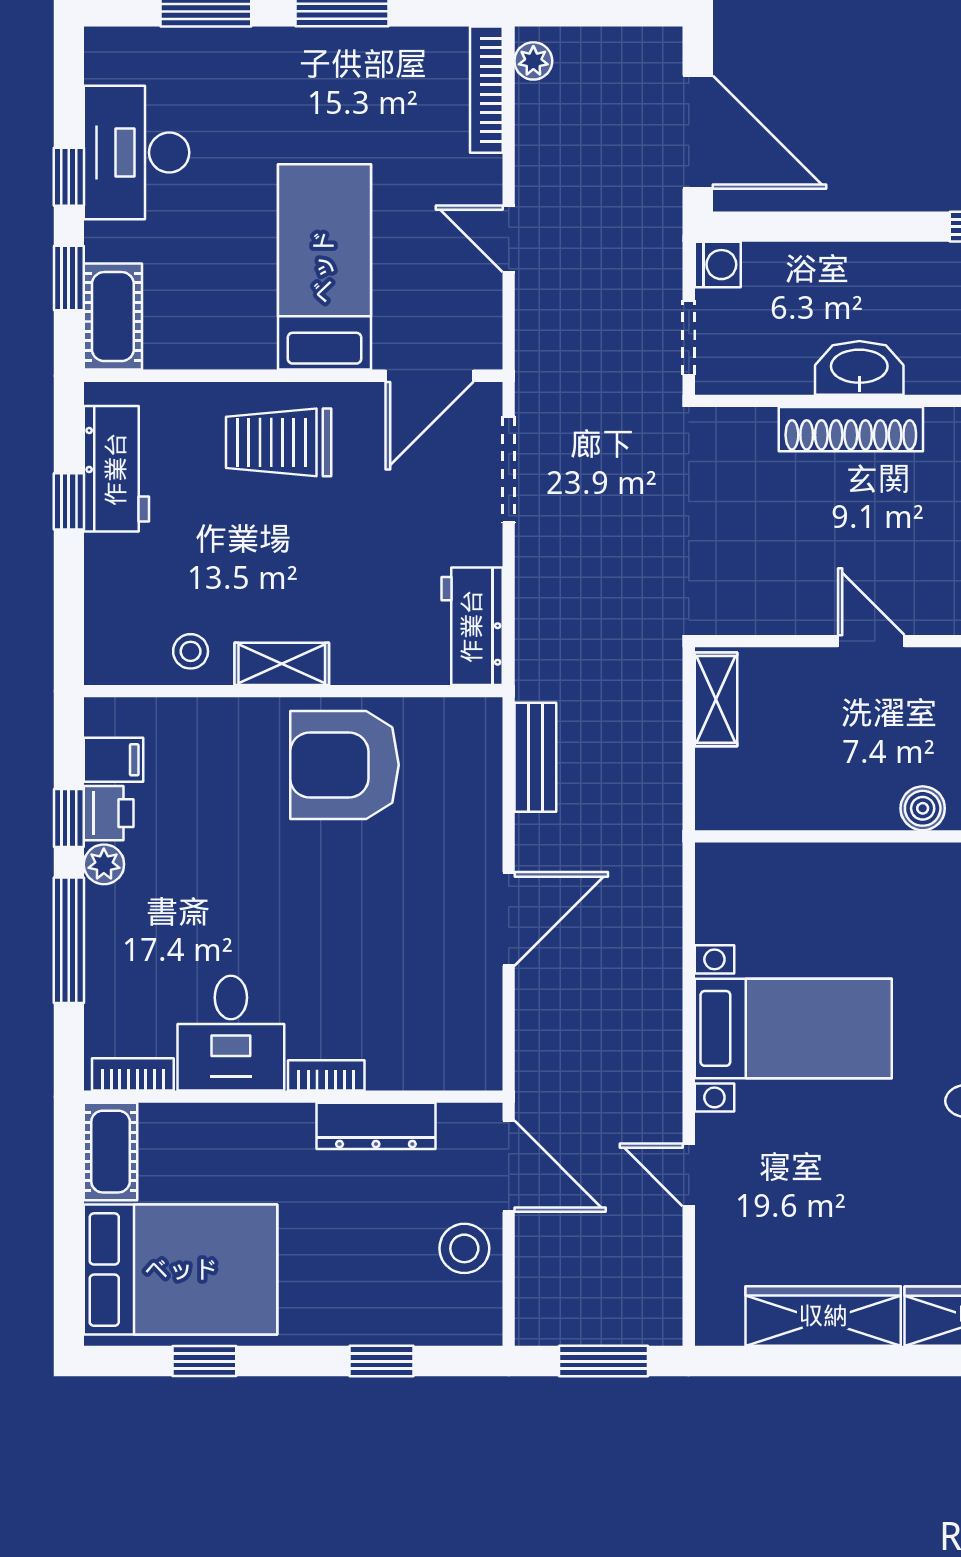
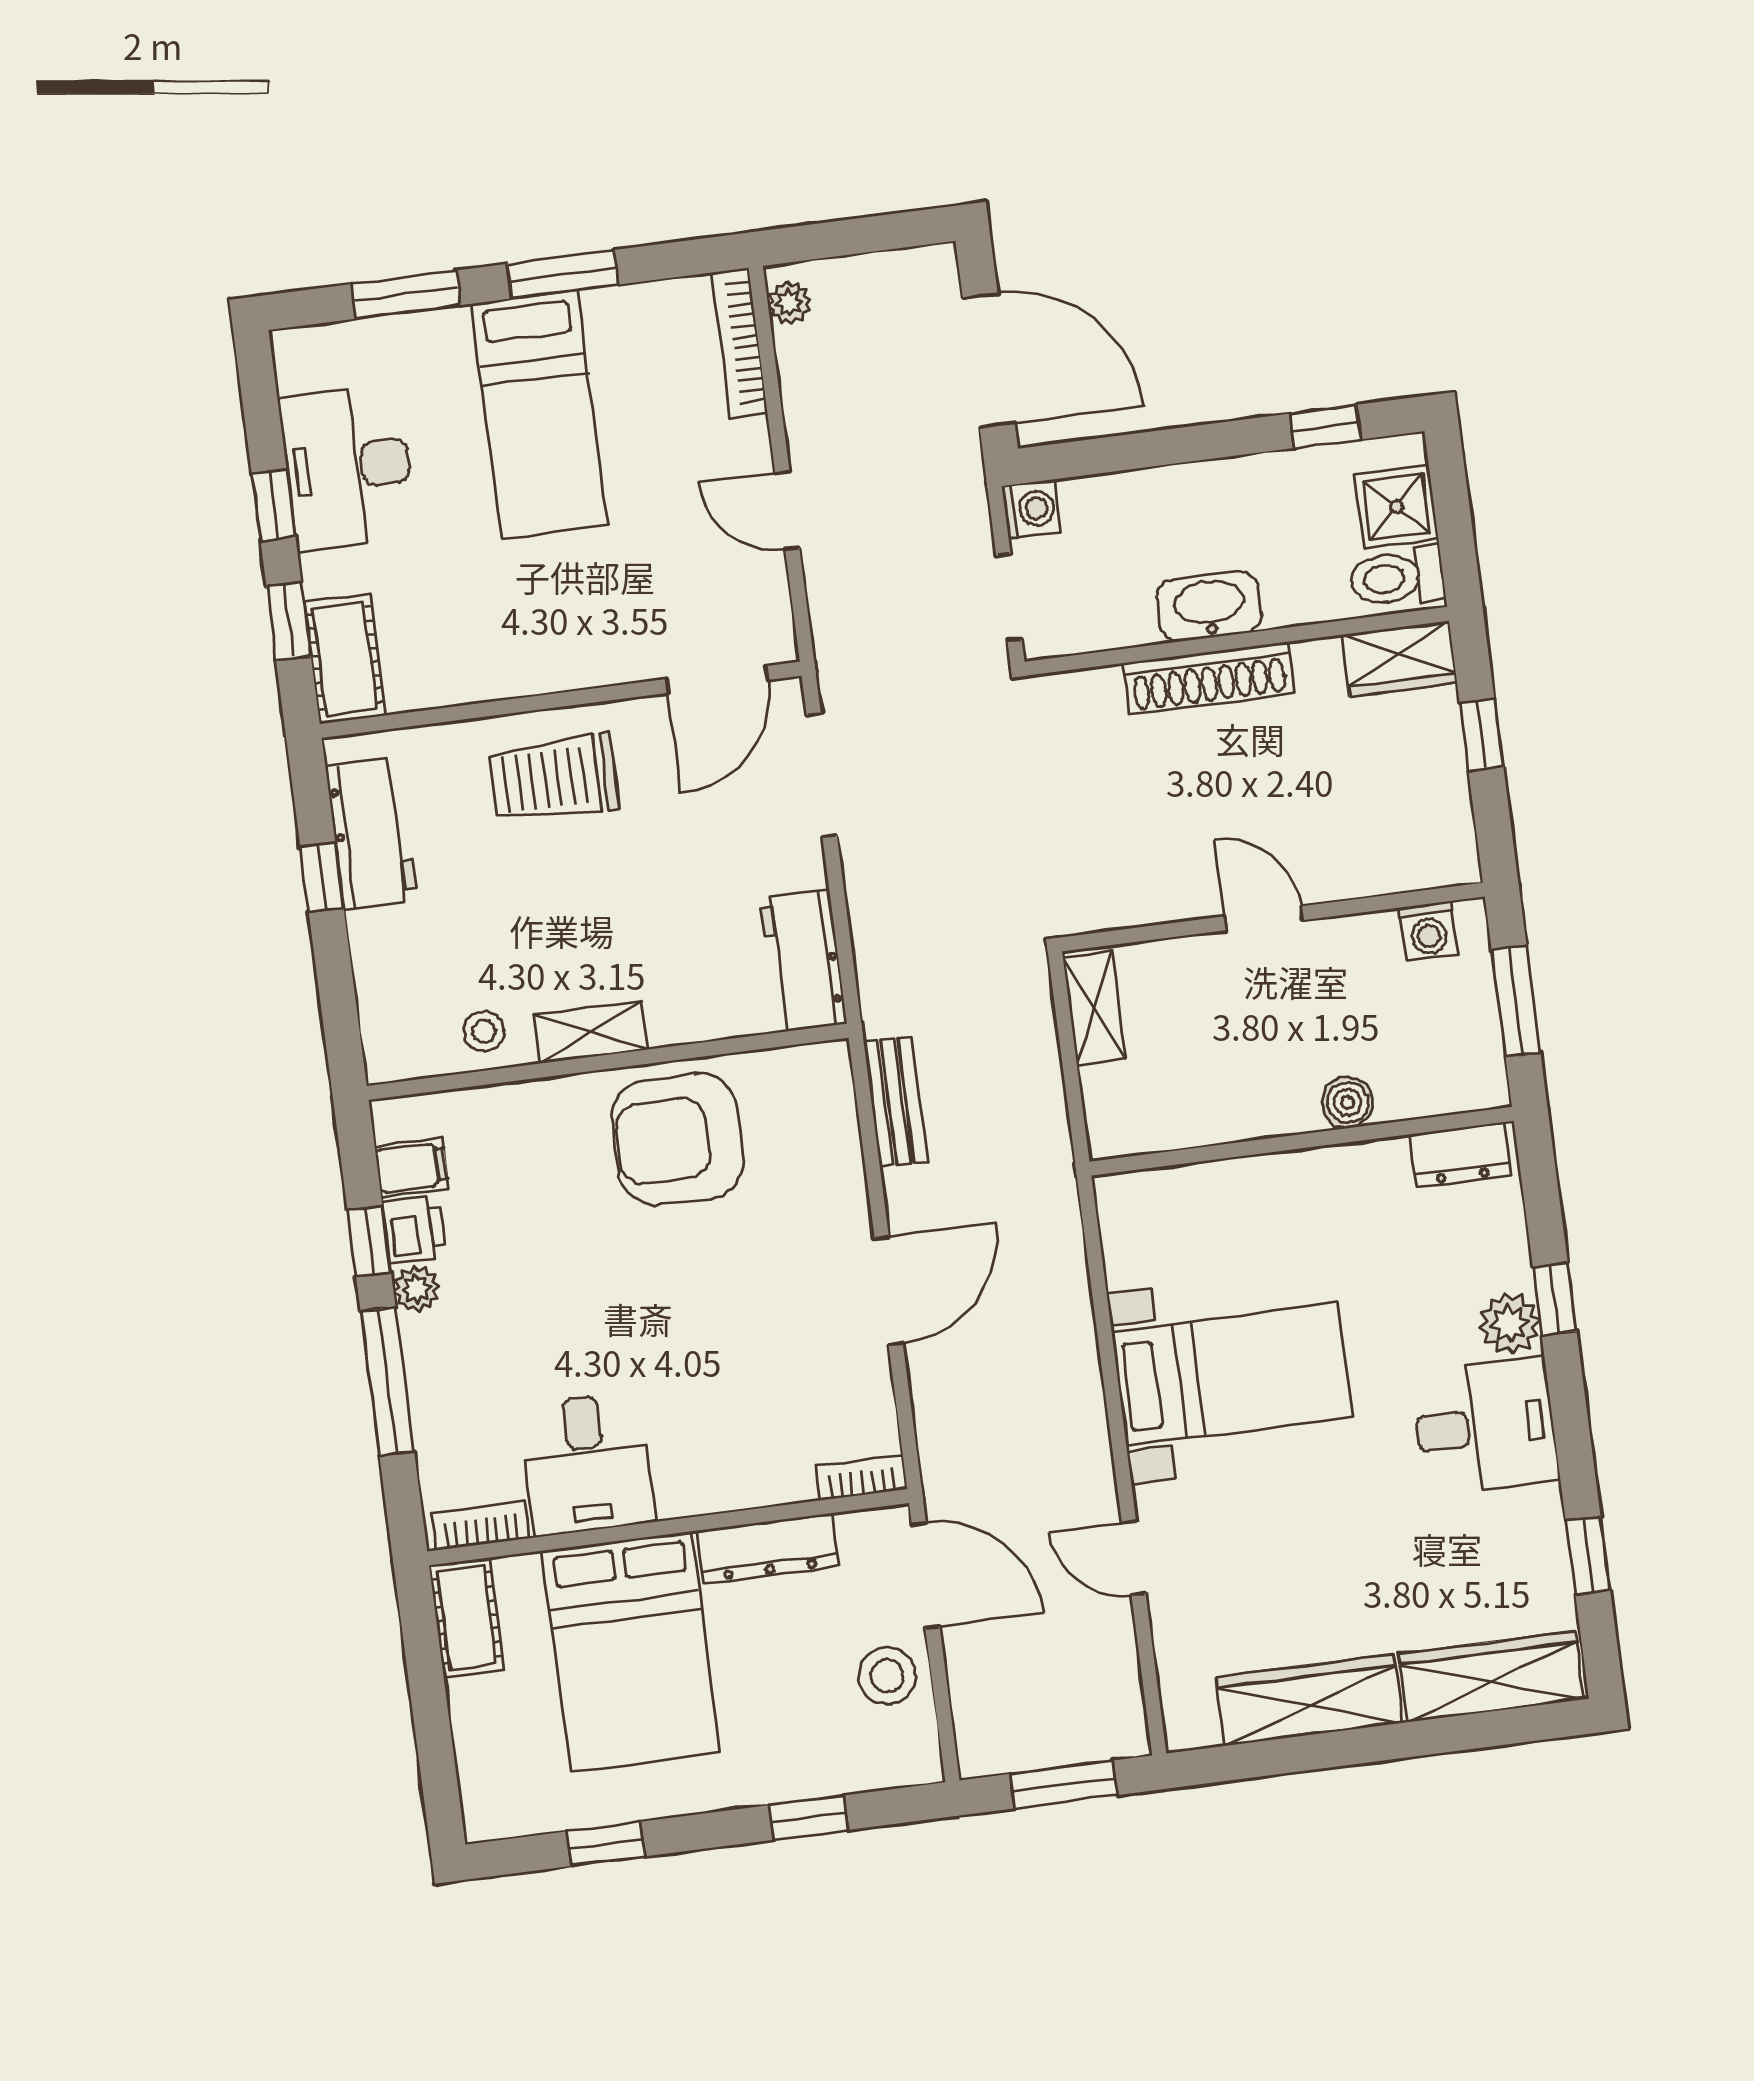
bed: (324, 267) -> (539, 415), moved, turned 180
bookcase: (326, 1075) -> (861, 1477), moved
bed: (181, 1270) -> (631, 1652), moved, turned 90

